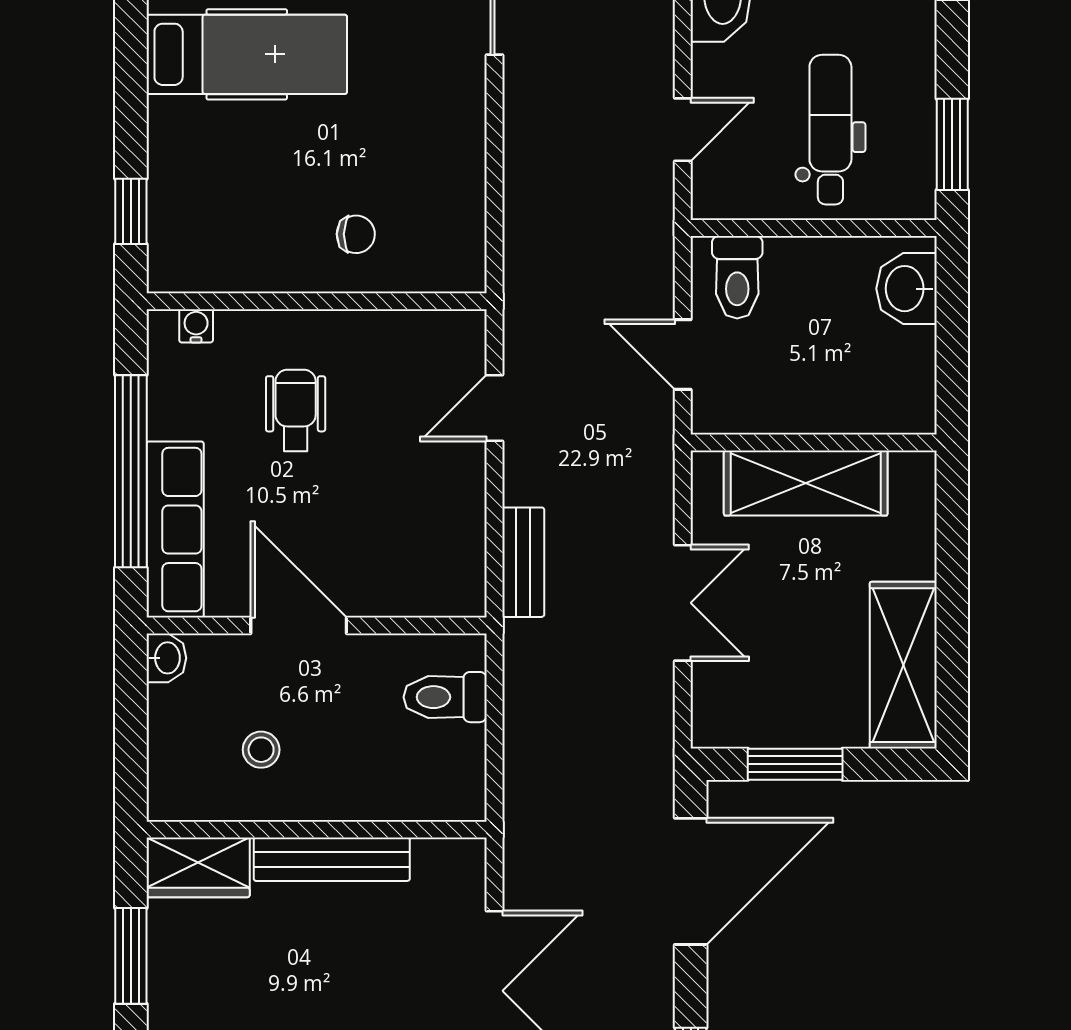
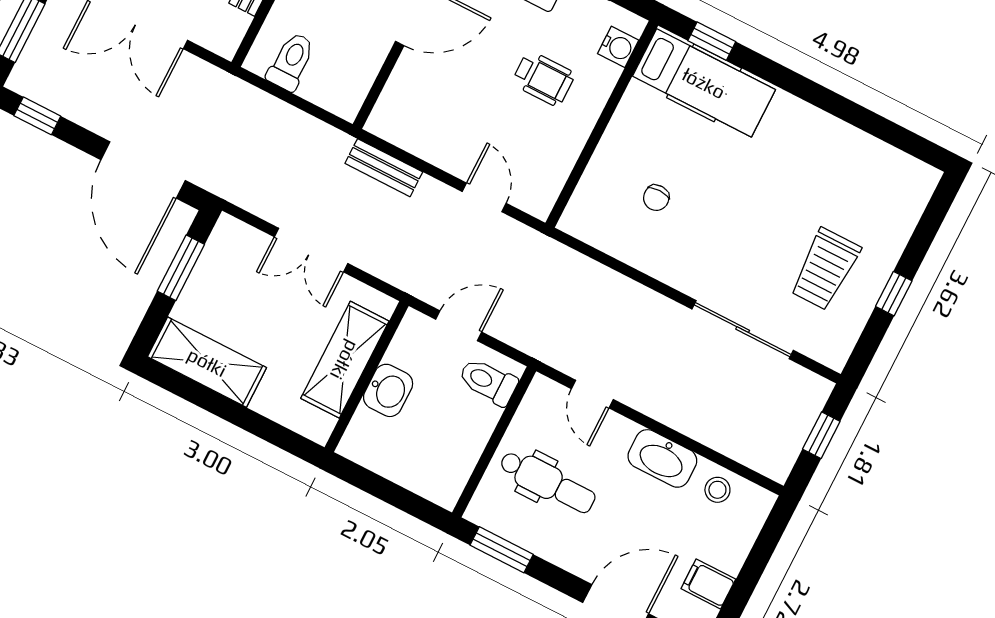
hospital bed: (247, 54) -> (704, 83), moved, turned -90
chair: (356, 234) -> (656, 198), moved
washbasin: (906, 289) -> (388, 390), moved, turned 90
water cooler: (196, 326) -> (618, 47), width x1.38, depth x1.38
toilet: (445, 697) -> (291, 62), moved

